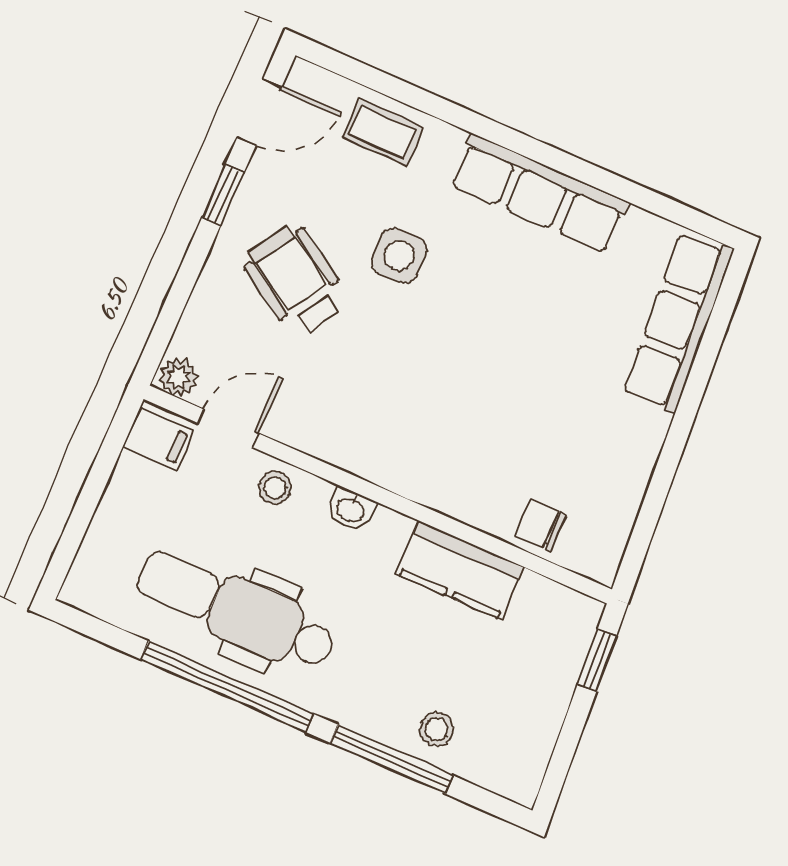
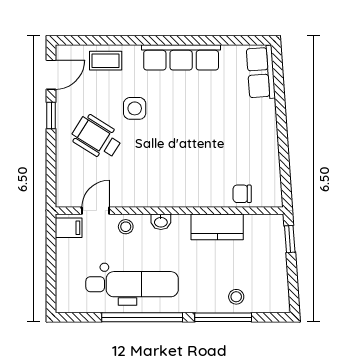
row of seats: (678, 322) -> (261, 72), width x0.68
plant: (179, 377) -> (66, 199), removed
dental chair: (236, 610) -> (132, 284), turned 180

